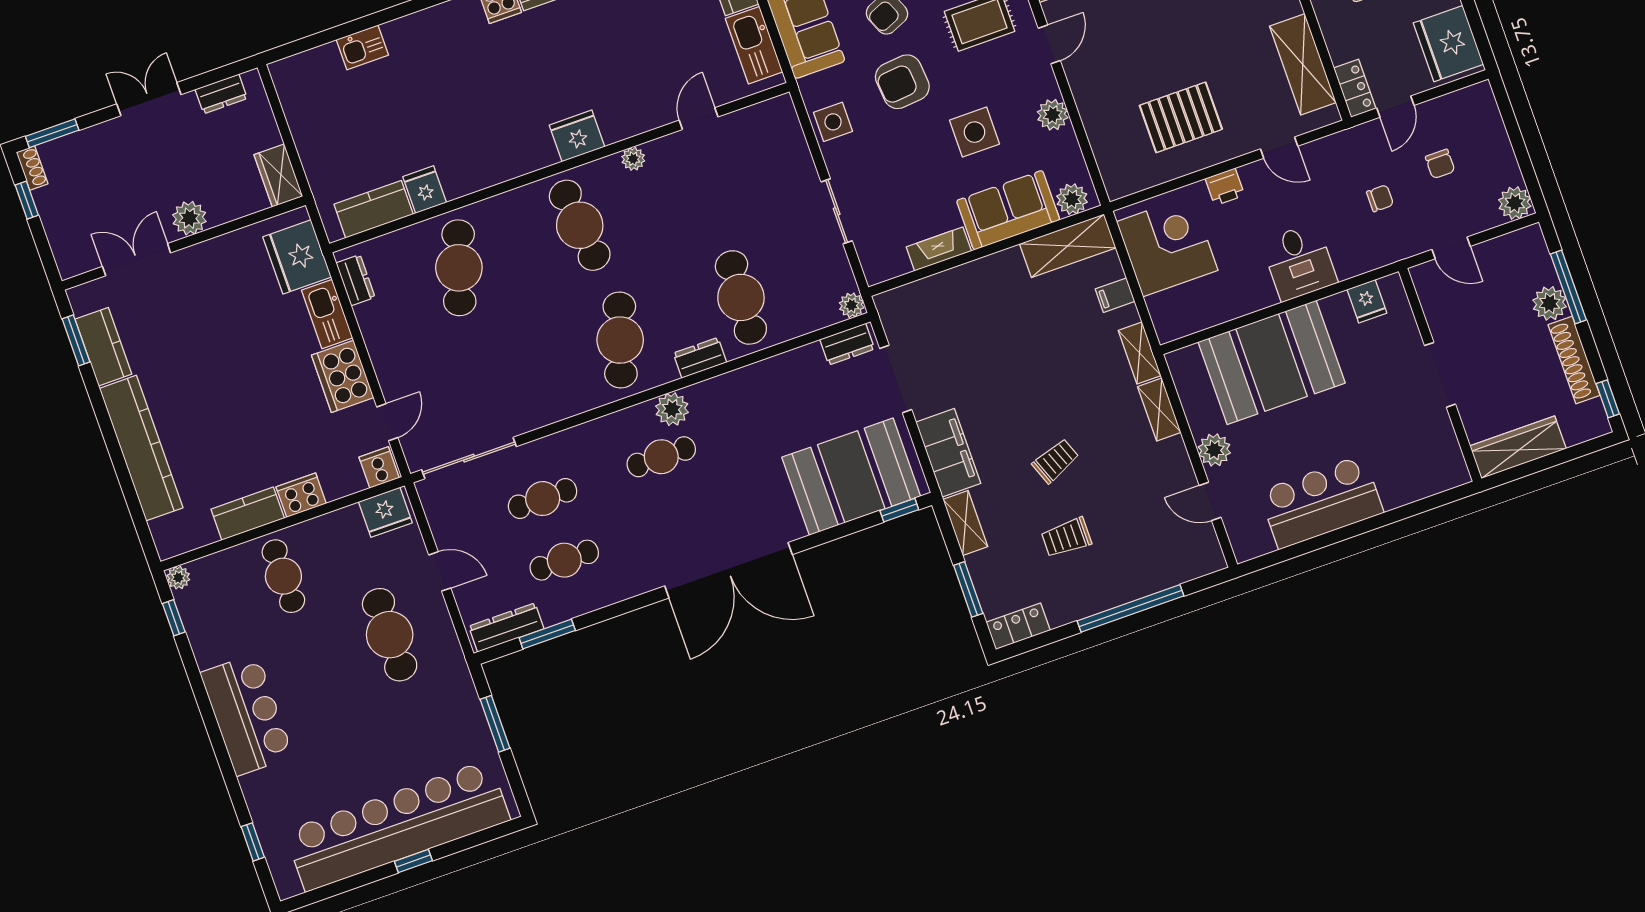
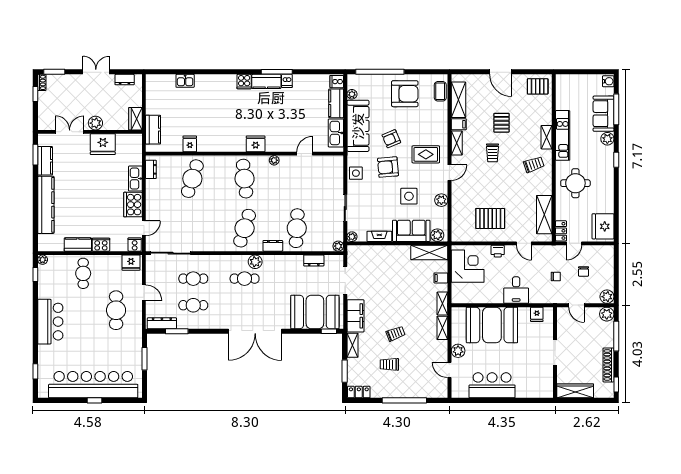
kitchen counter: (374, 209) -> (153, 130), moved, turned 90
fridge: (297, 257) -> (103, 144), moved, turned -90
plant: (876, 272) -> (352, 237), added
plant: (1550, 303) -> (607, 314), moved
dresser: (847, 344) -> (314, 261), moved

